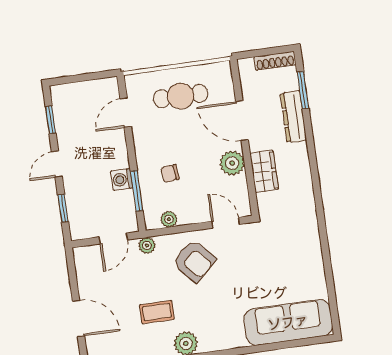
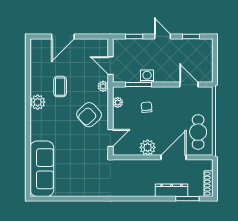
cafe table: (181, 96) -> (198, 132), moved
wardrobe: (264, 171) -> (140, 167), removed

